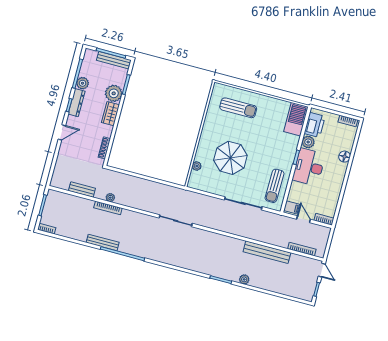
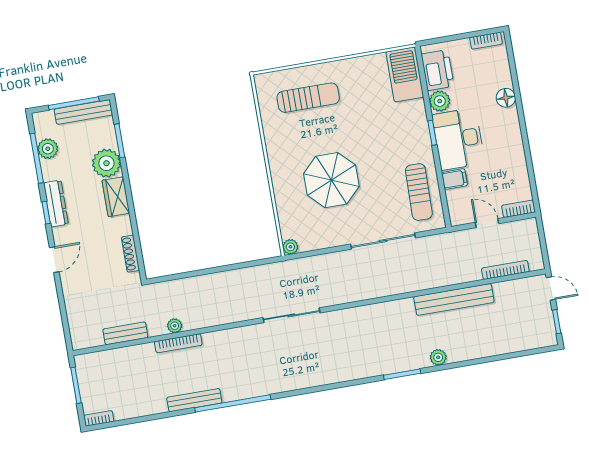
plant: (83, 83) -> (48, 149), moved
plant: (197, 166) -> (290, 247), moved
filing cabinet: (292, 207) -> (454, 179), moved

